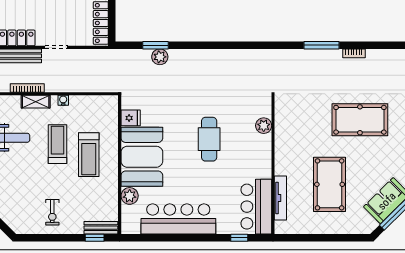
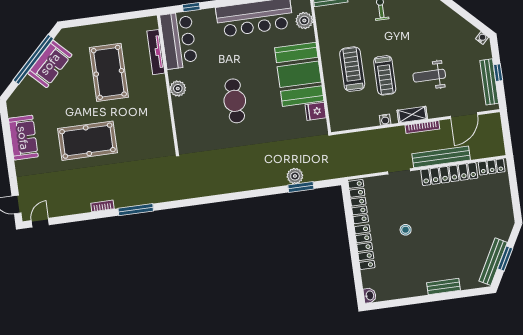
plant: (264, 126) -> (178, 89), moved
plant: (130, 196) -> (304, 21), moved

